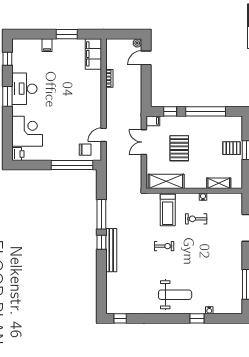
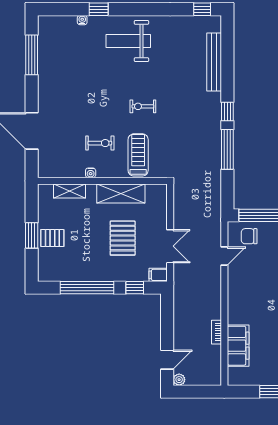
filing cabinet: (93, 54) -> (238, 346), moved
shelving: (166, 181) -> (121, 193), moved
bench: (111, 250) -> (214, 62), moved

